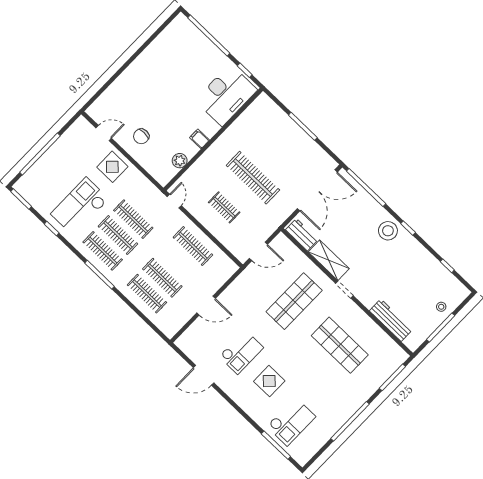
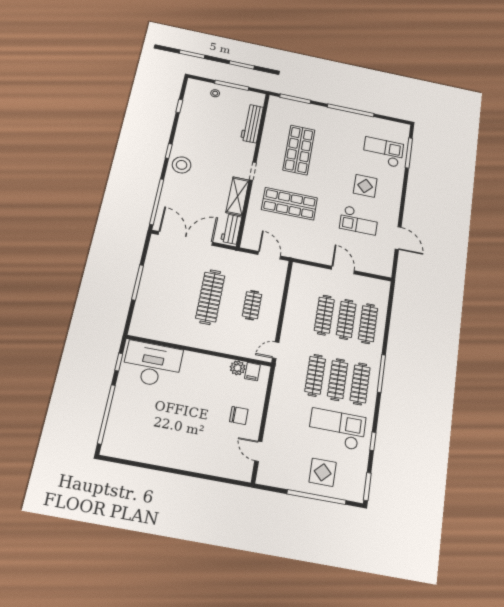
filing cabinet: (199, 139) -> (252, 372), moved
display table: (112, 167) -> (323, 472), moved
checkout: (80, 206) -> (337, 429), turned 180
clothes rail: (193, 246) -> (324, 315), moved
checkout: (241, 352) -> (359, 220), turned 180

